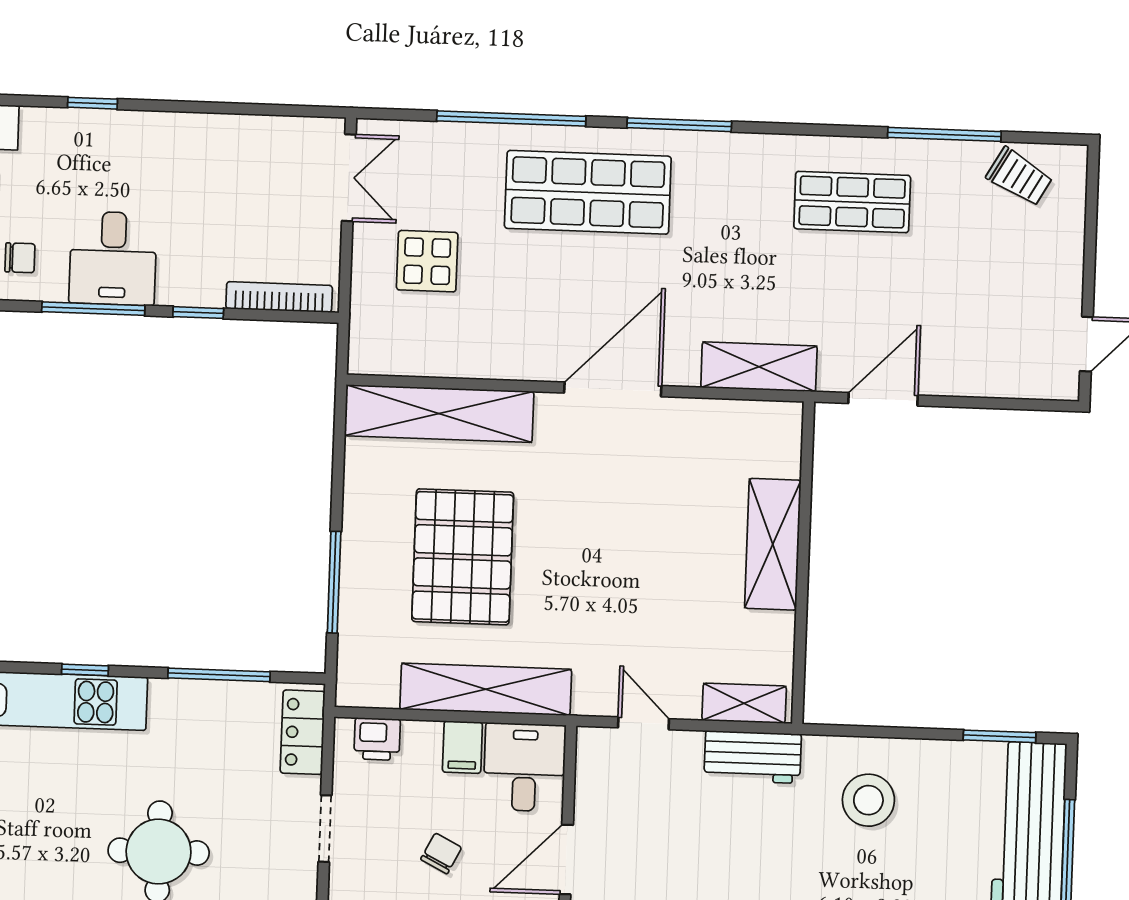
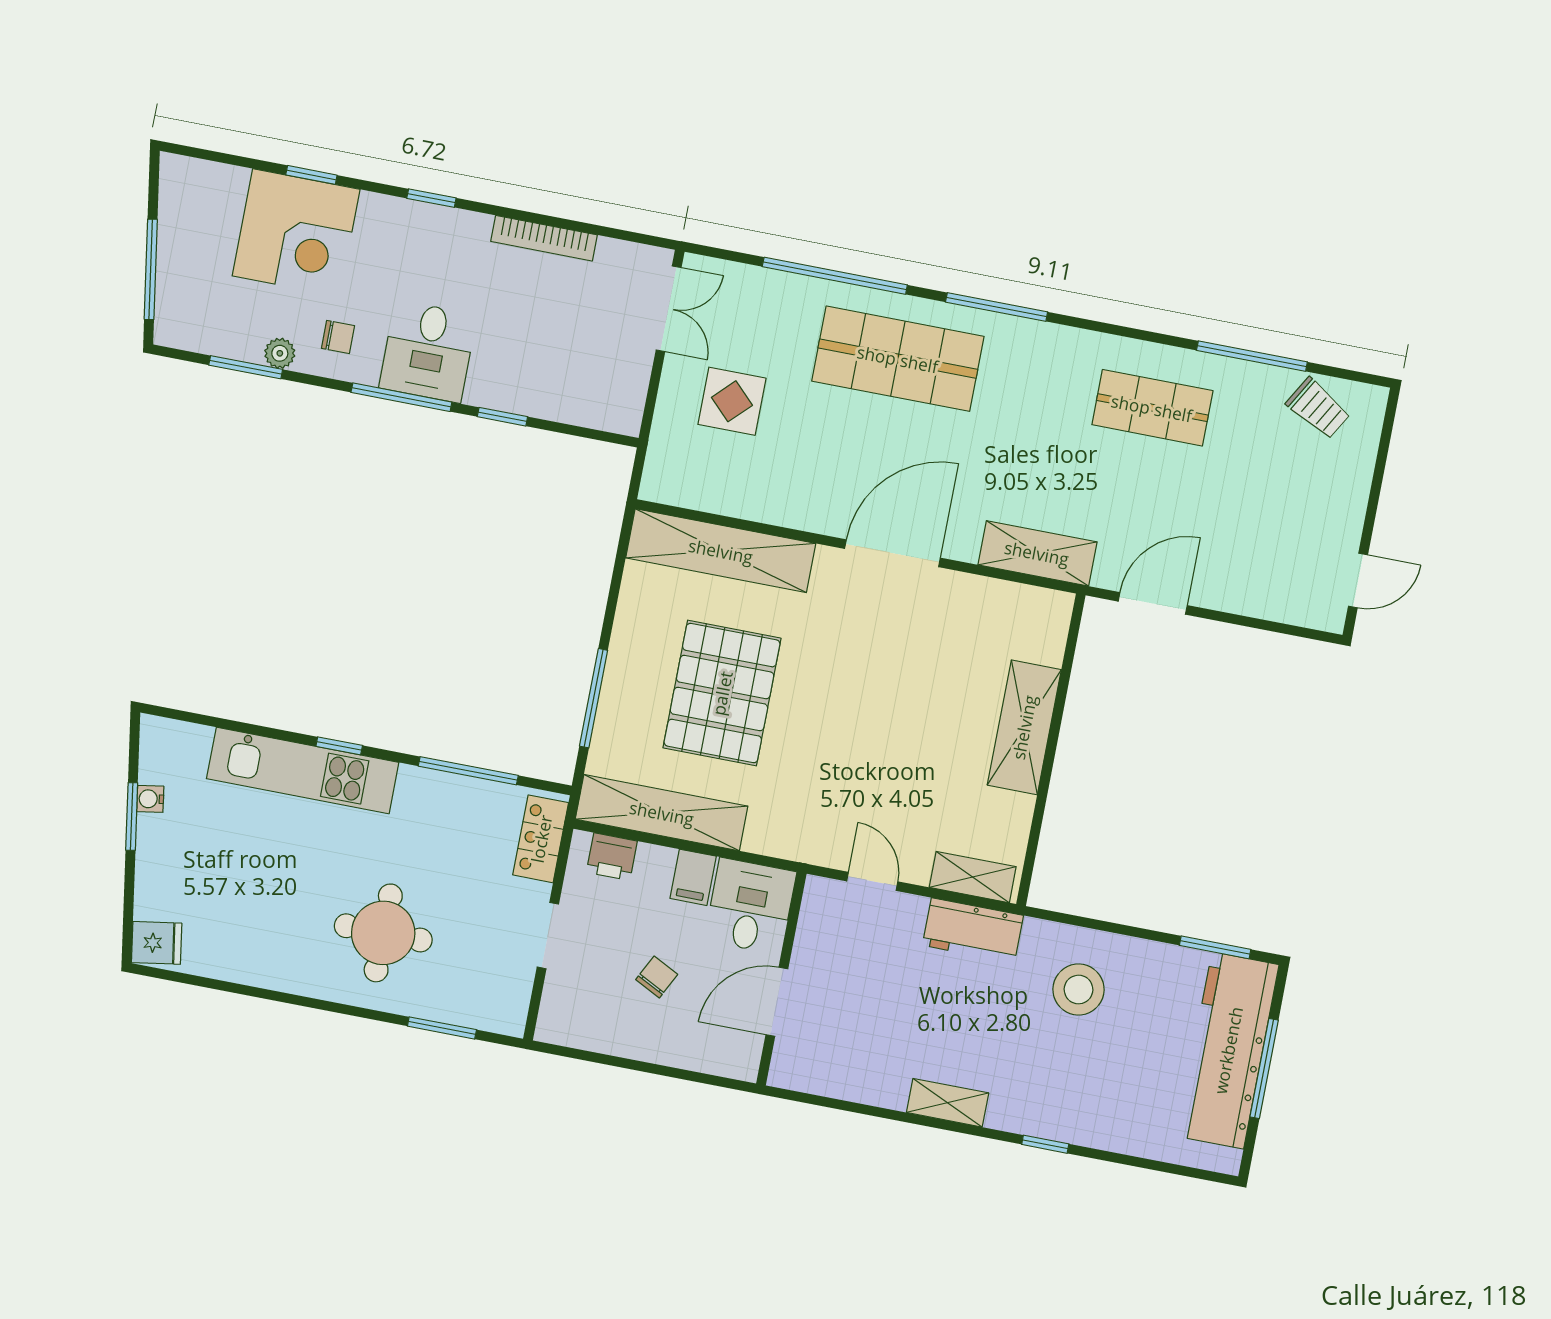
bookcase: (279, 297) -> (544, 238), moved, turned 180
shelving: (486, 689) -> (662, 813), moved

